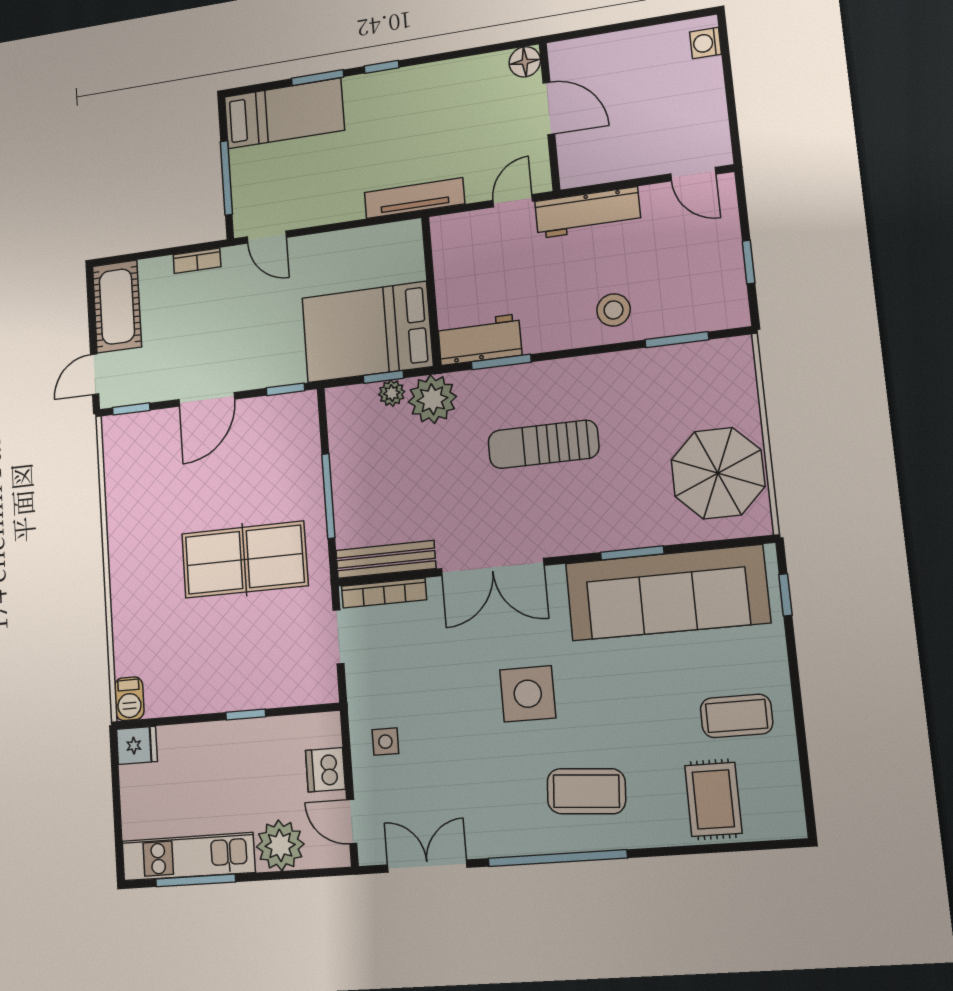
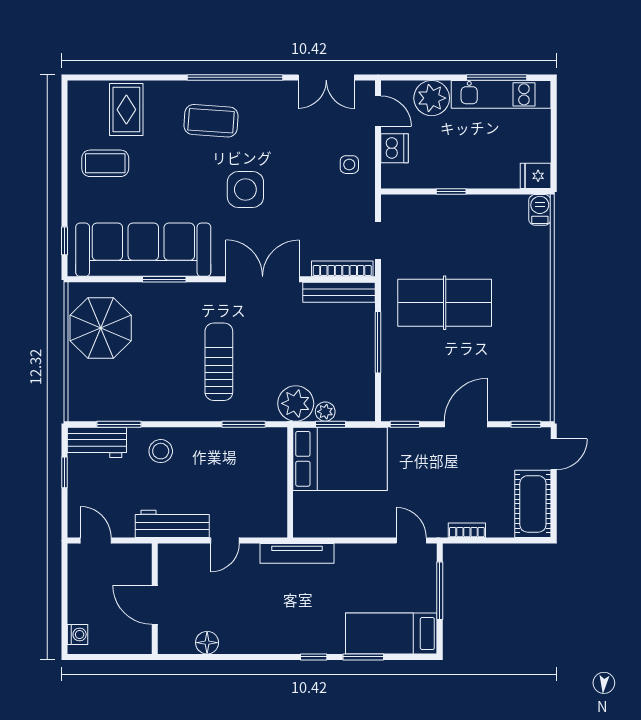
door: (549, 108) -> (155, 605), moved
wall: (550, 117) -> (155, 599), moved
workbench: (480, 340) -> (97, 442), moved
sun lounger: (543, 444) -> (219, 362), turned -90

